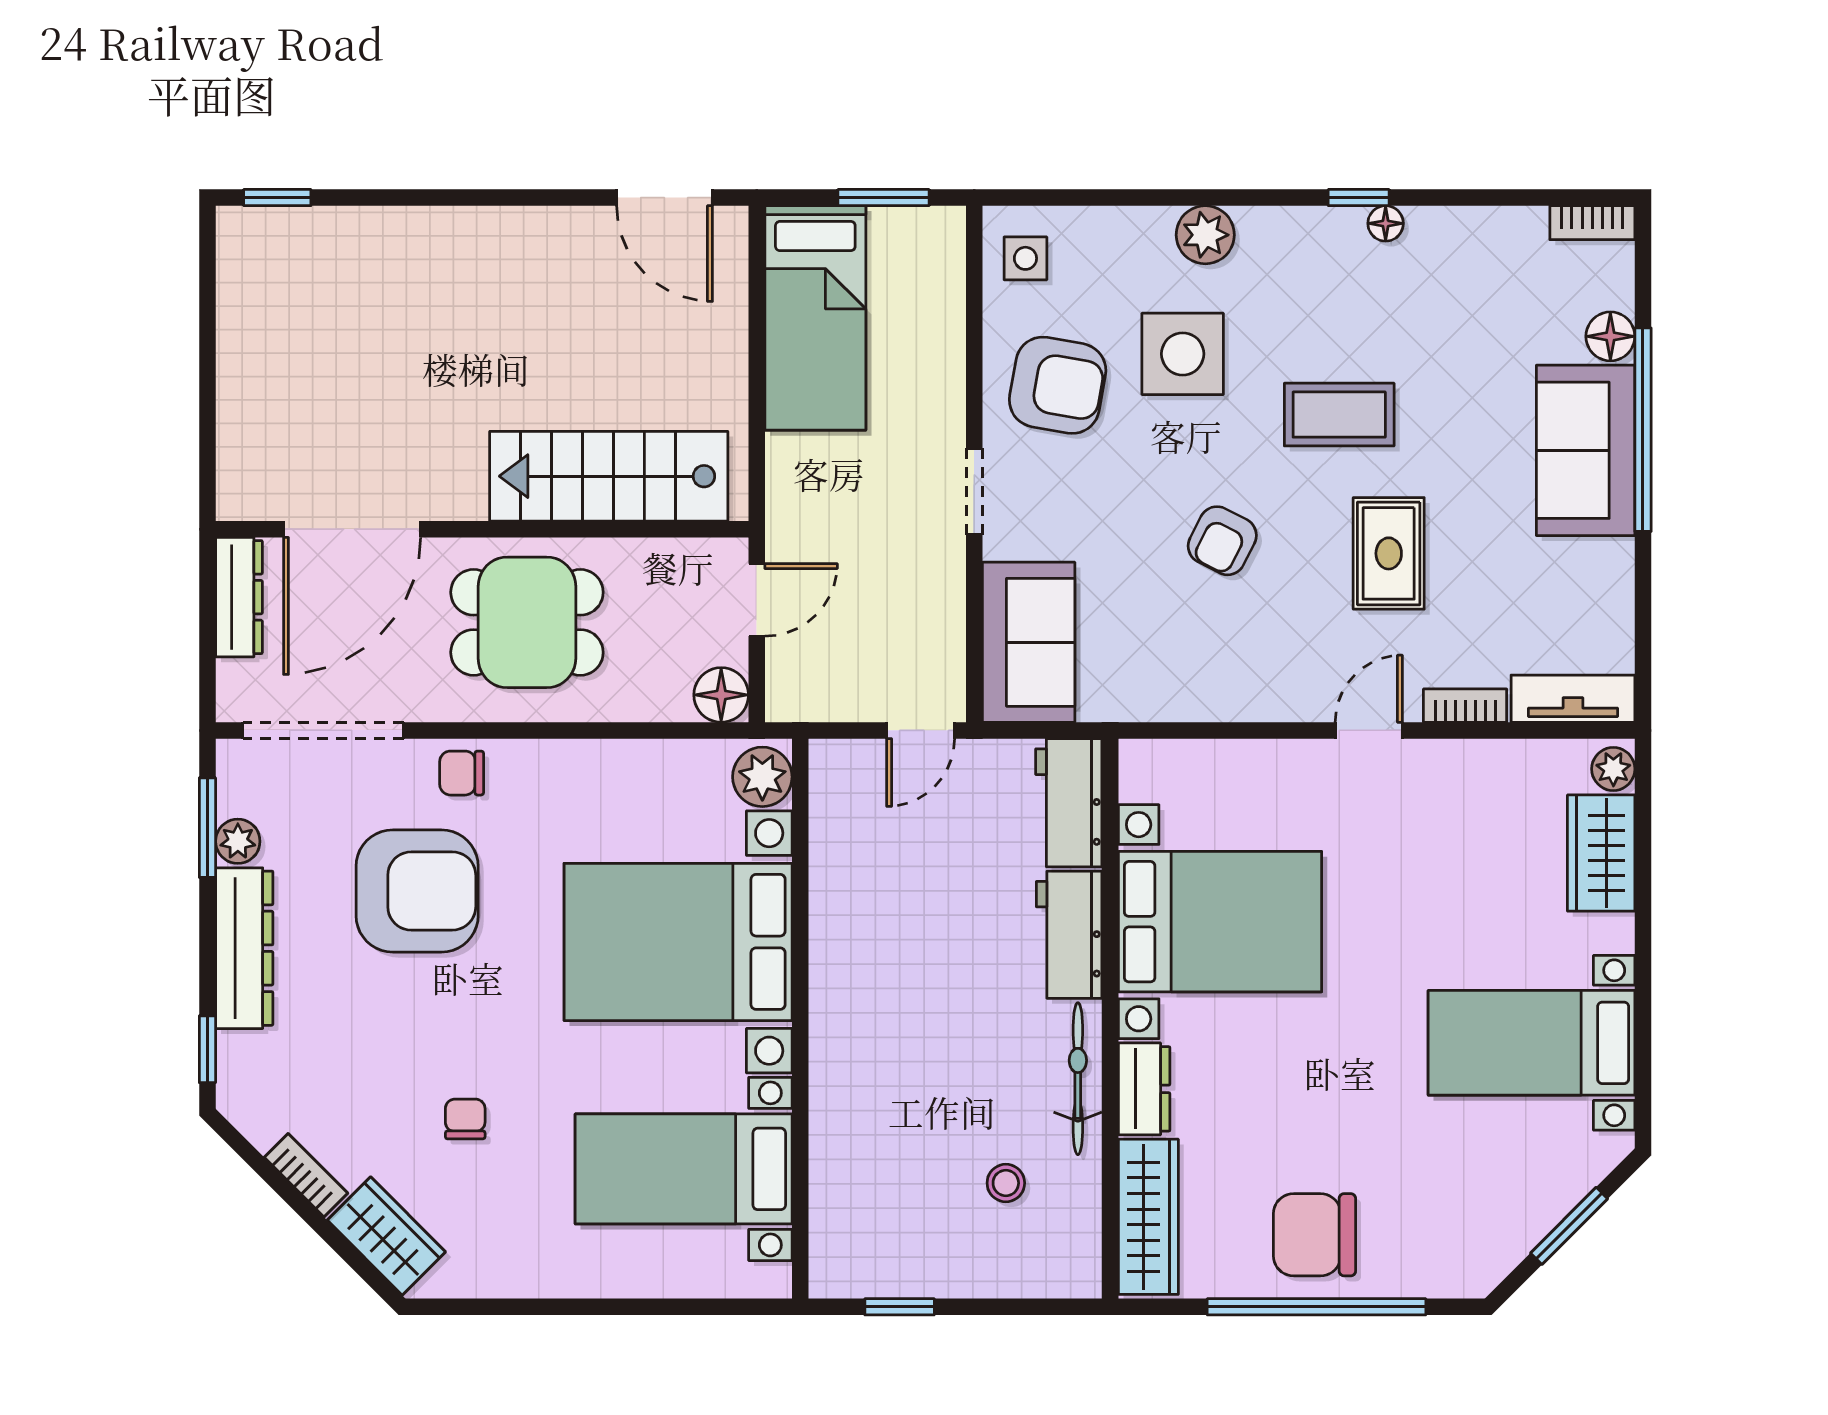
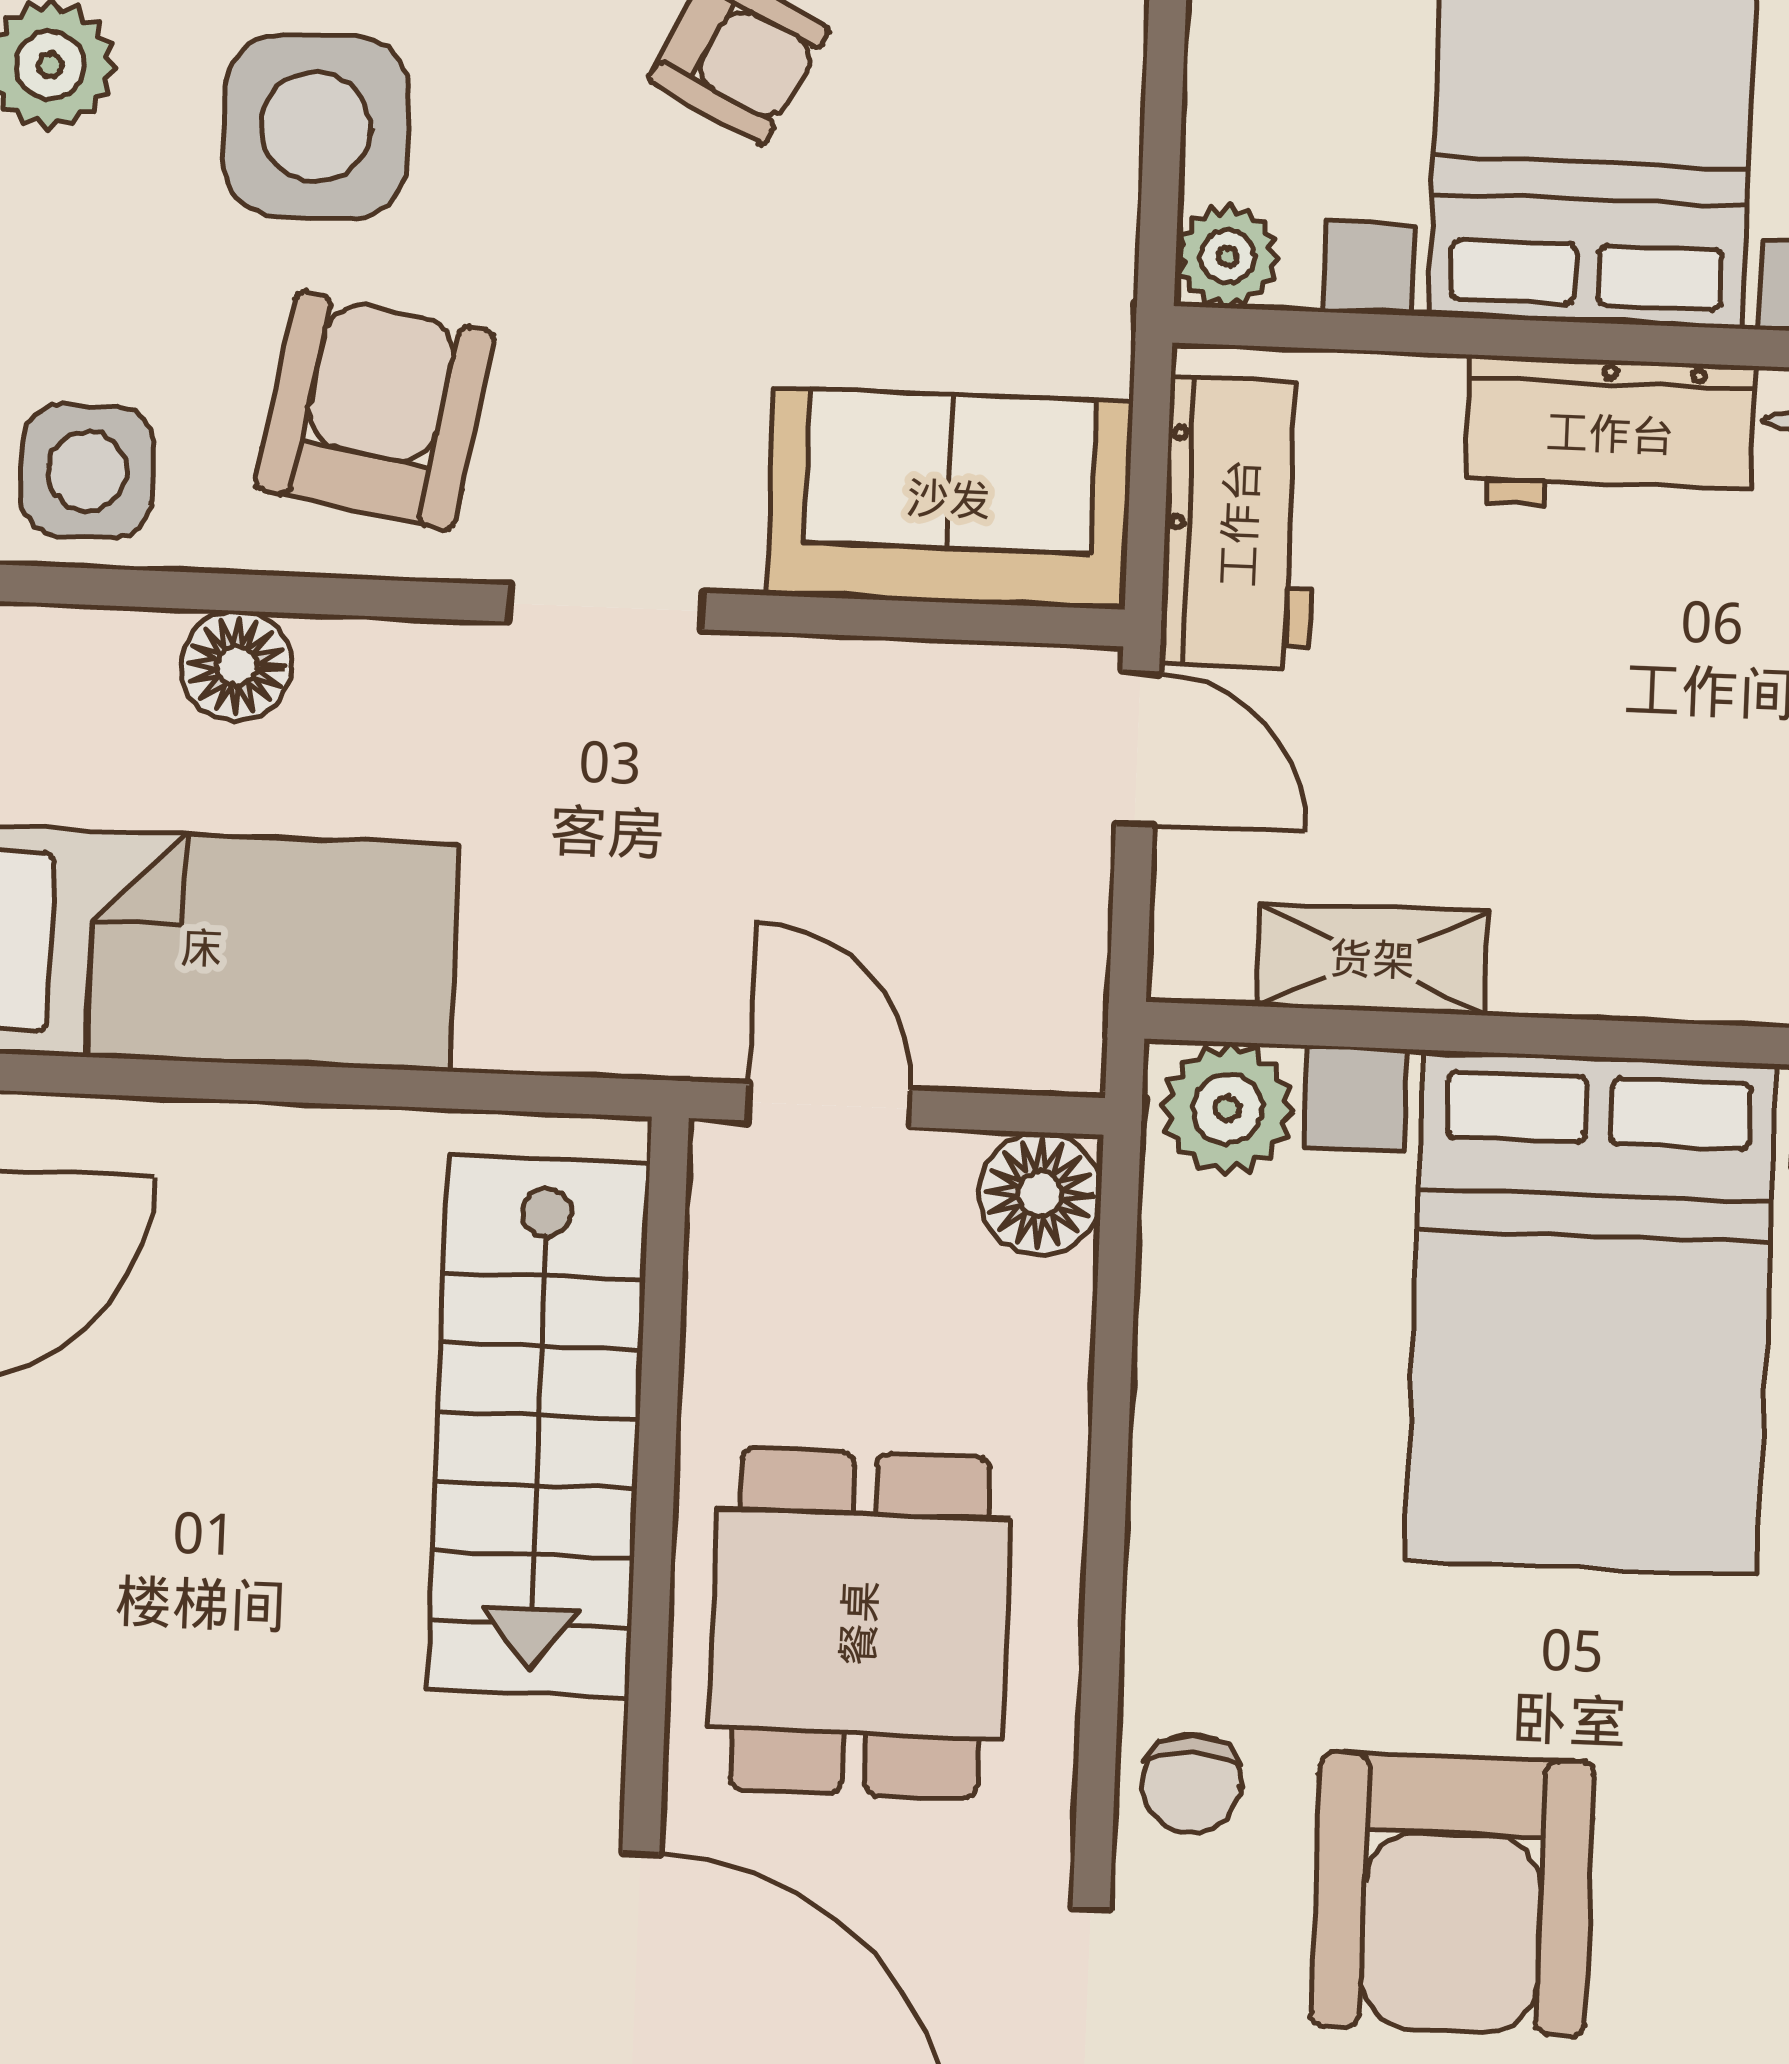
side table: (1025, 258) -> (87, 471), width x1.37, depth x1.37
floor lamp: (942, 328) -> (237, 666), added
plant: (1141, 762) -> (1227, 256), added
workbench: (1069, 803) -> (1240, 523), moved, turned -90
shelving: (831, 839) -> (1372, 959), added
armchair: (417, 891) -> (1453, 1894), turned 180

